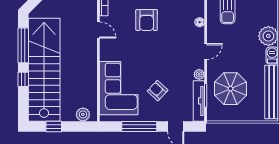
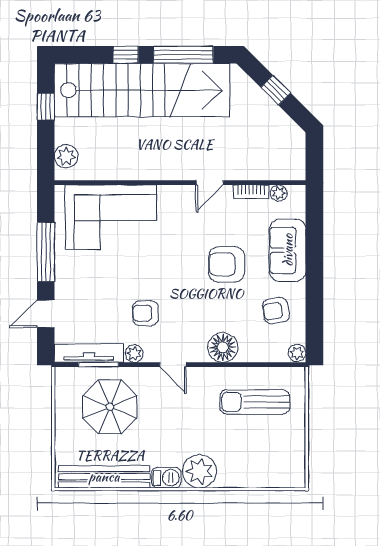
floor lamp: (200, 22) -> (223, 347), width x1.89, depth x1.89
armchair: (158, 91) -> (145, 313), moved, turned -133

